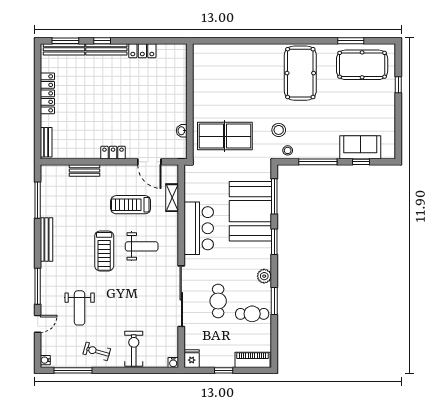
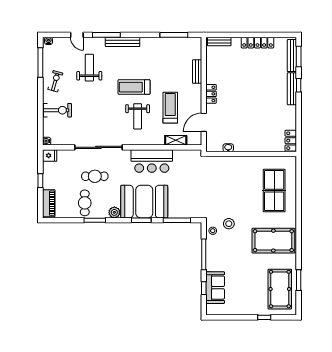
locker: (142, 51) -> (291, 141), moved
table tennis table: (225, 136) -> (274, 191), moved
booth: (250, 211) -> (144, 202), moved
bench: (46, 239) -> (123, 42), moved
weight bench: (80, 308) -> (89, 68), turned 90

